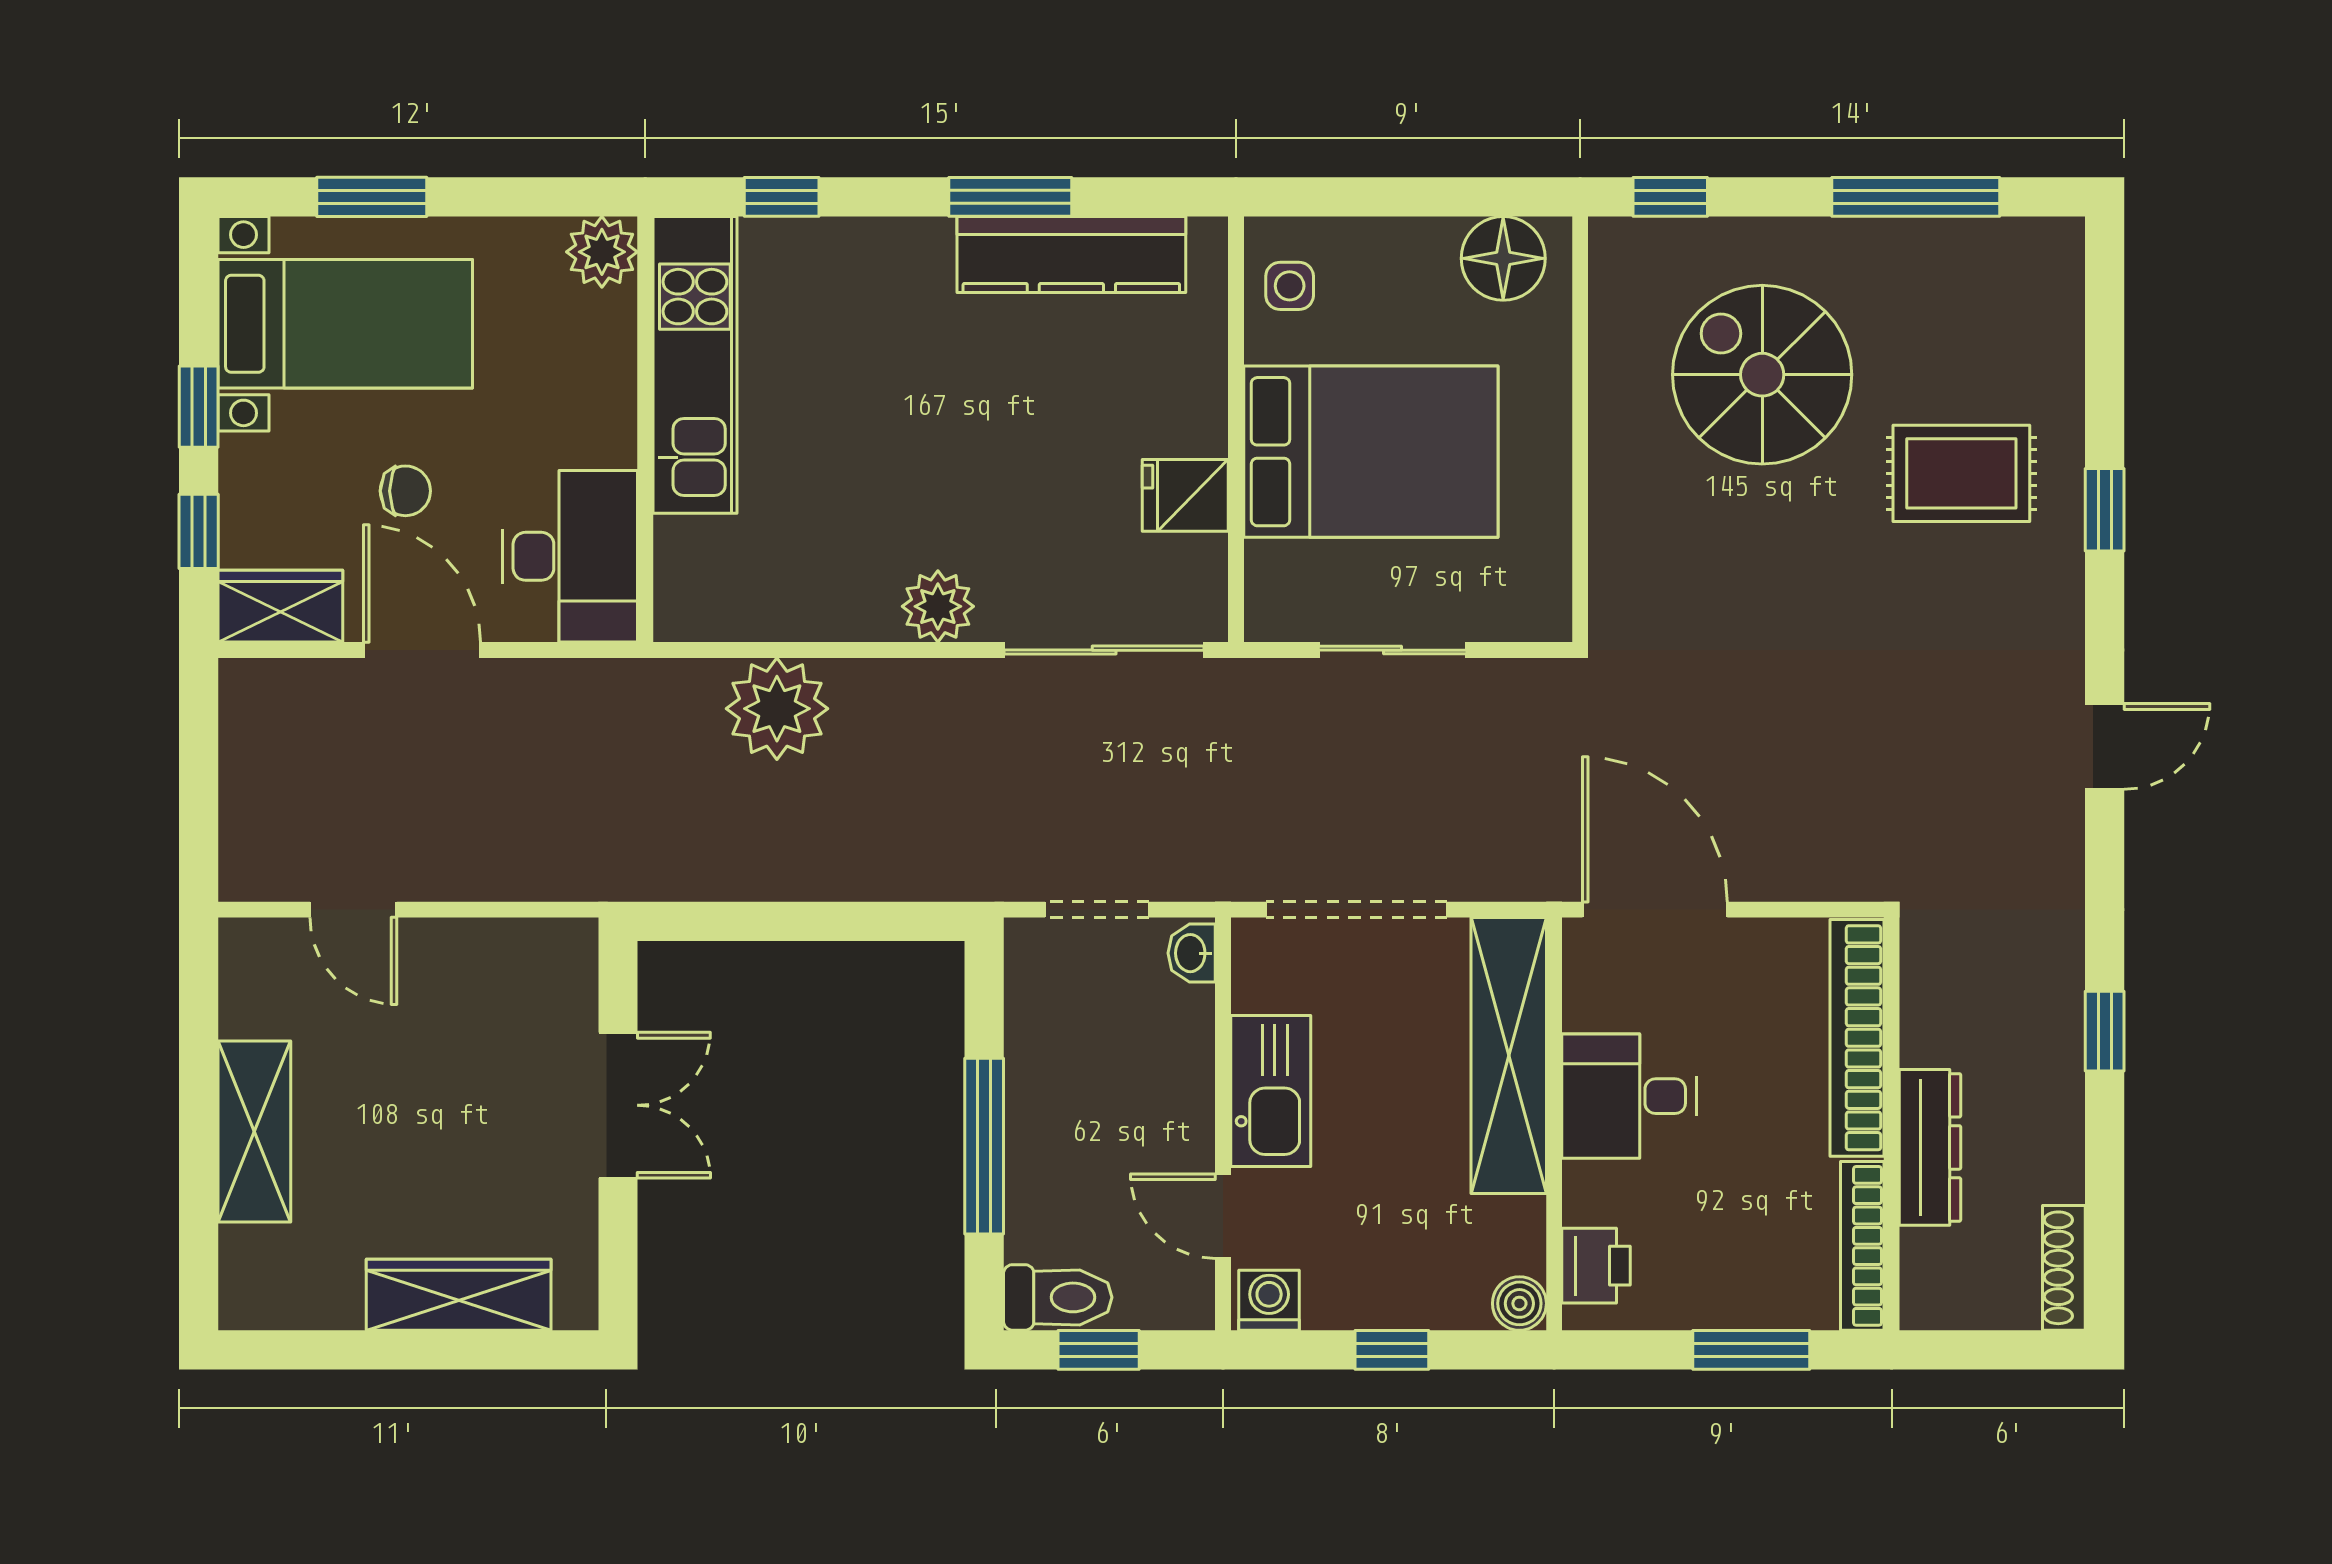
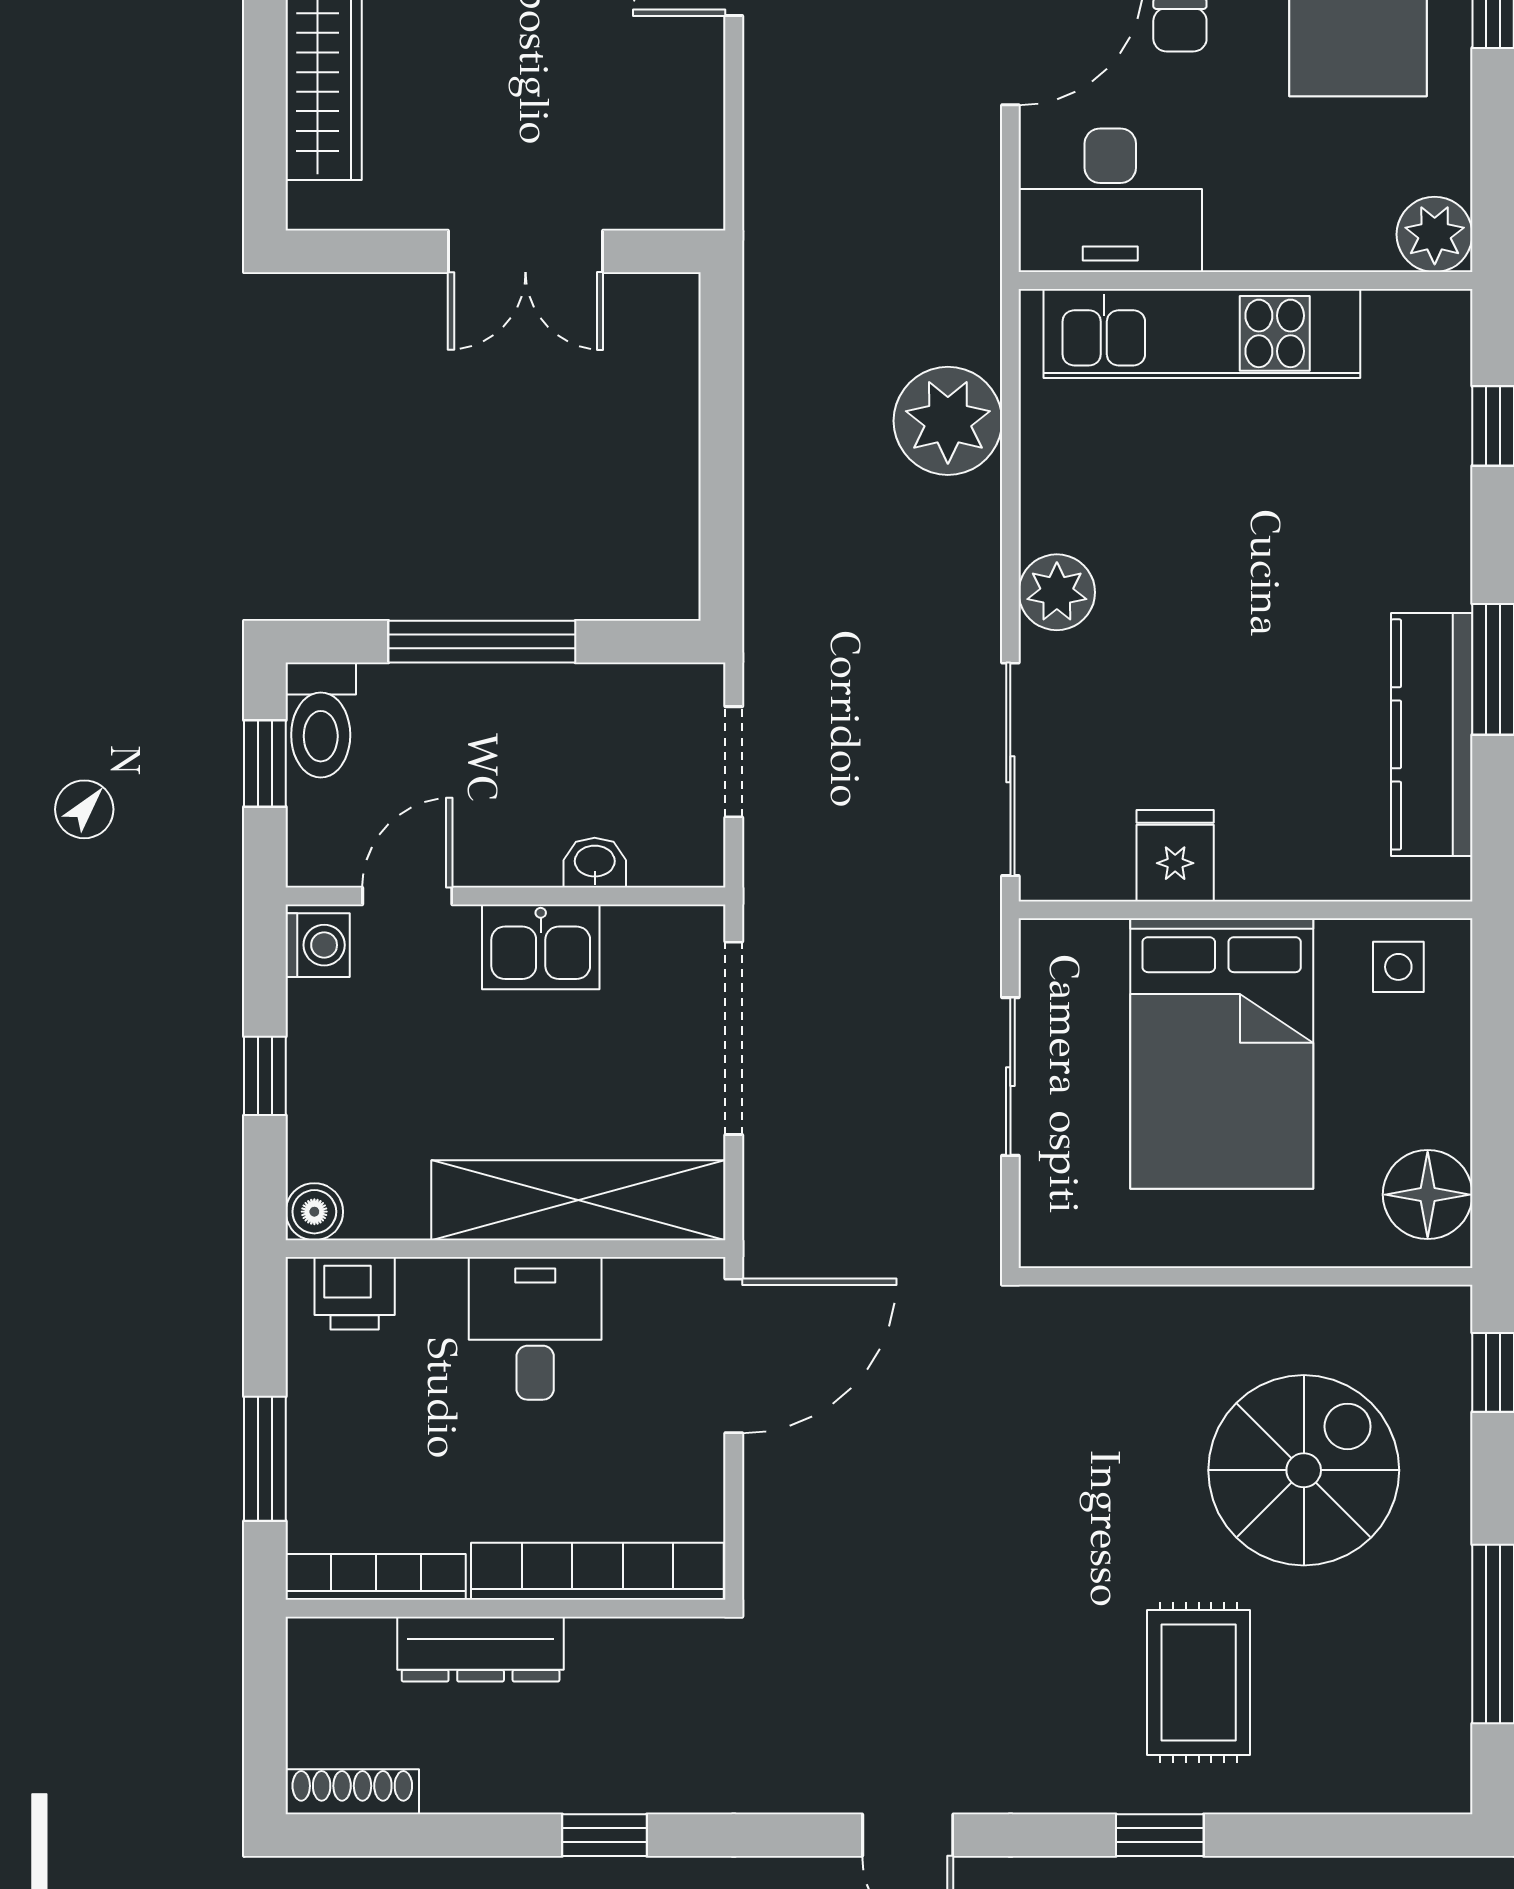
kitchen unit: (695, 365) -> (1202, 333), moved
washbasin: (1192, 953) -> (595, 863), moved
kitchen sink: (1271, 1091) -> (541, 947), width x0.73

